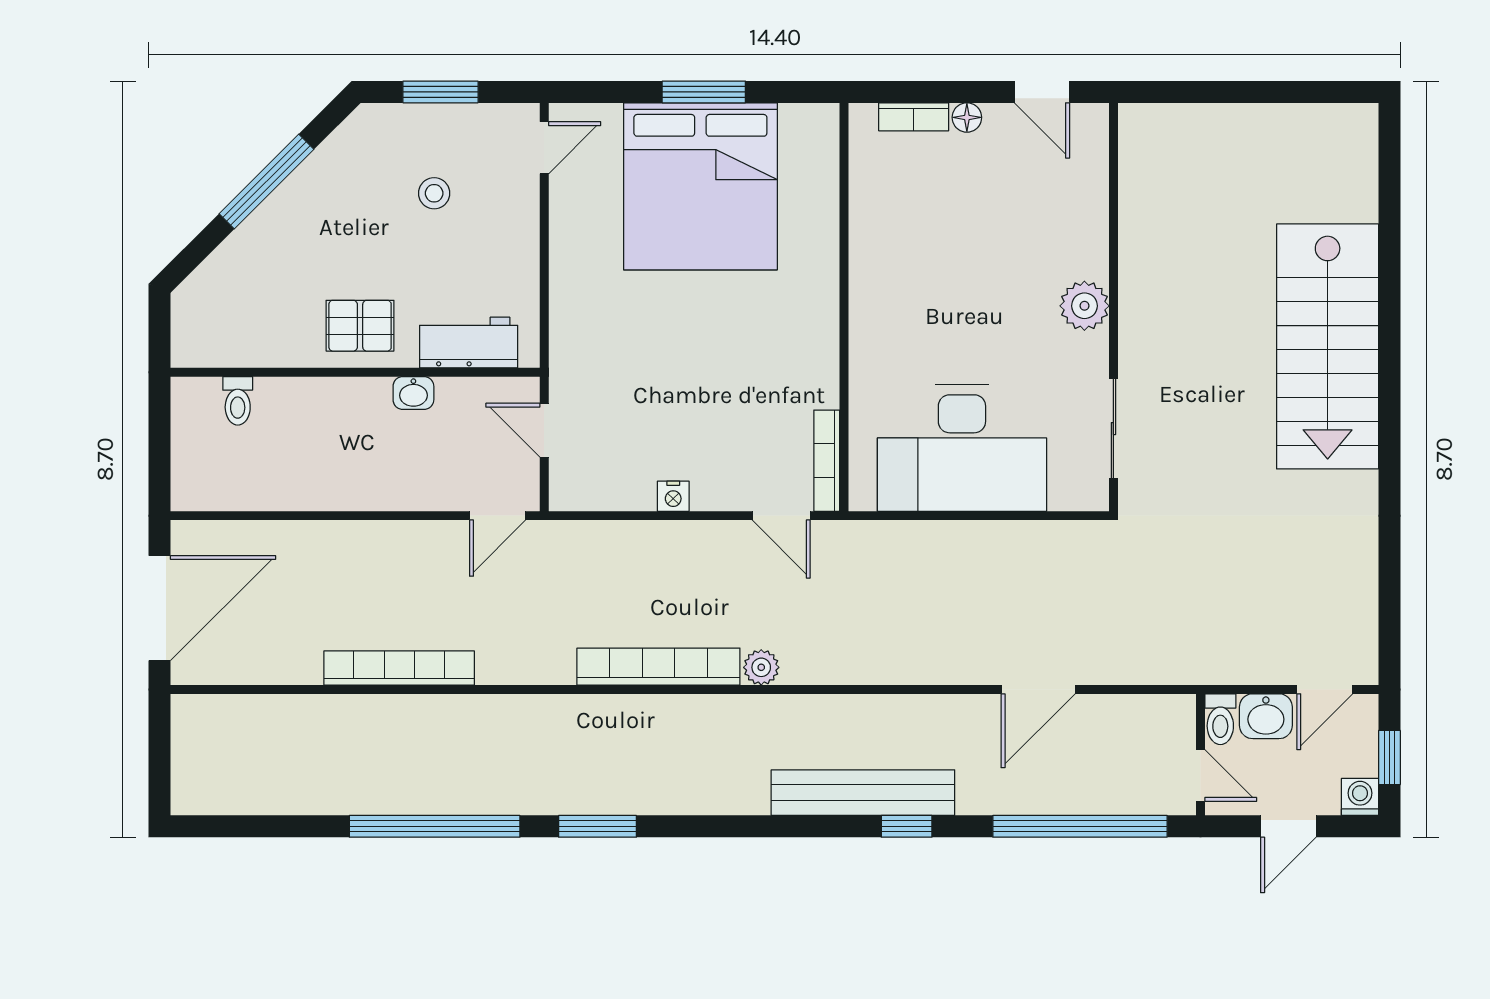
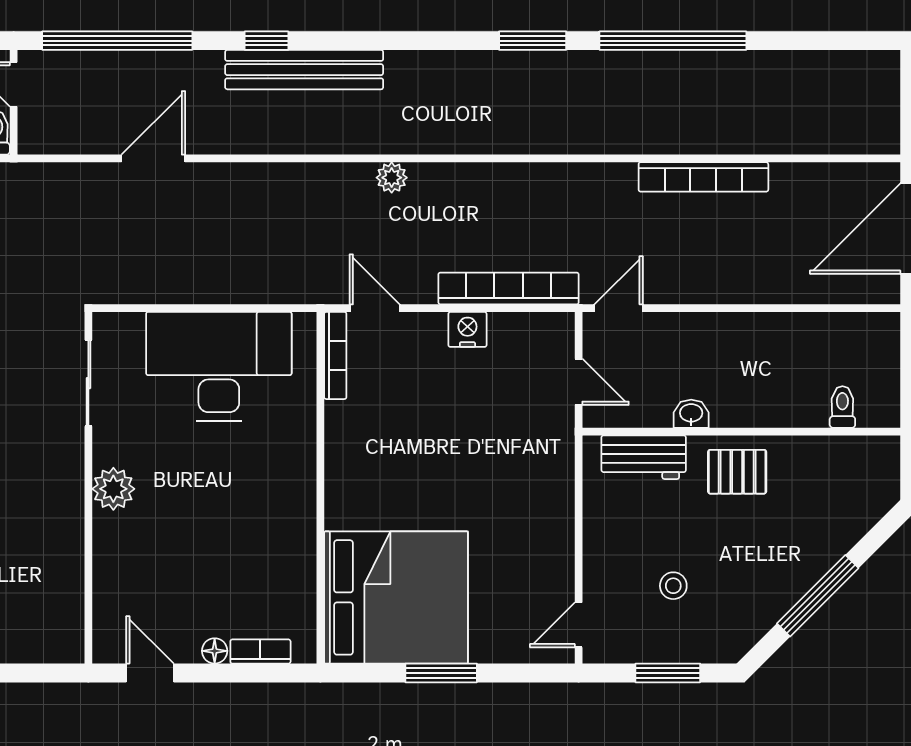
bed: (700, 186) -> (396, 597), moved, turned 90
nightstand: (673, 496) -> (467, 329), width x1.39, depth x1.35
bookcase: (658, 667) -> (509, 288), moved, turned 180

